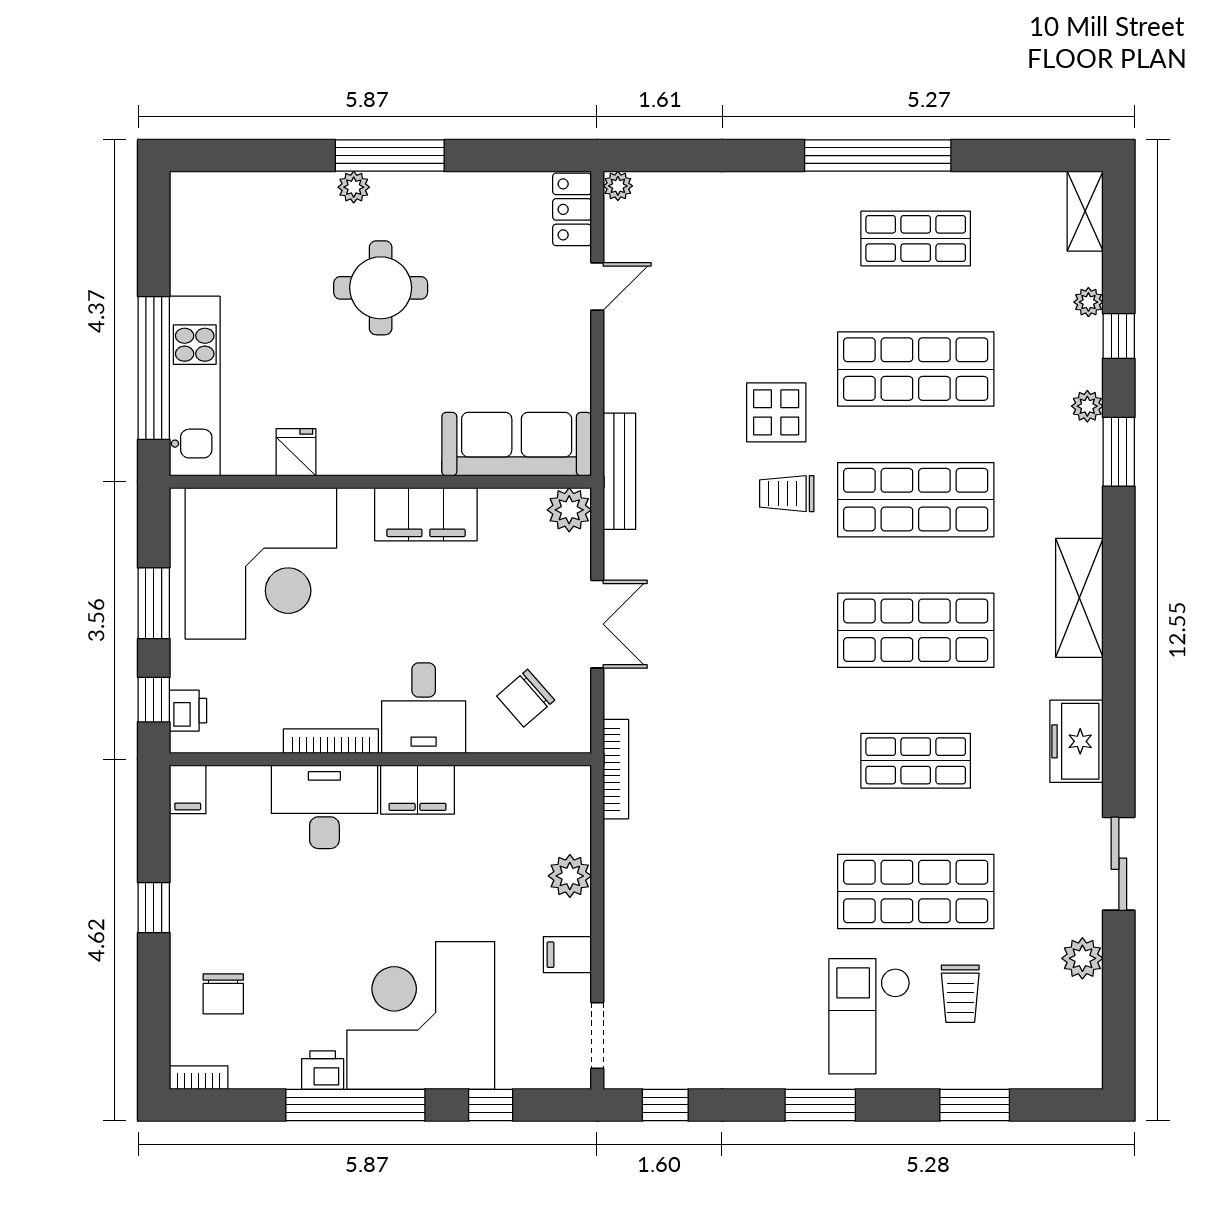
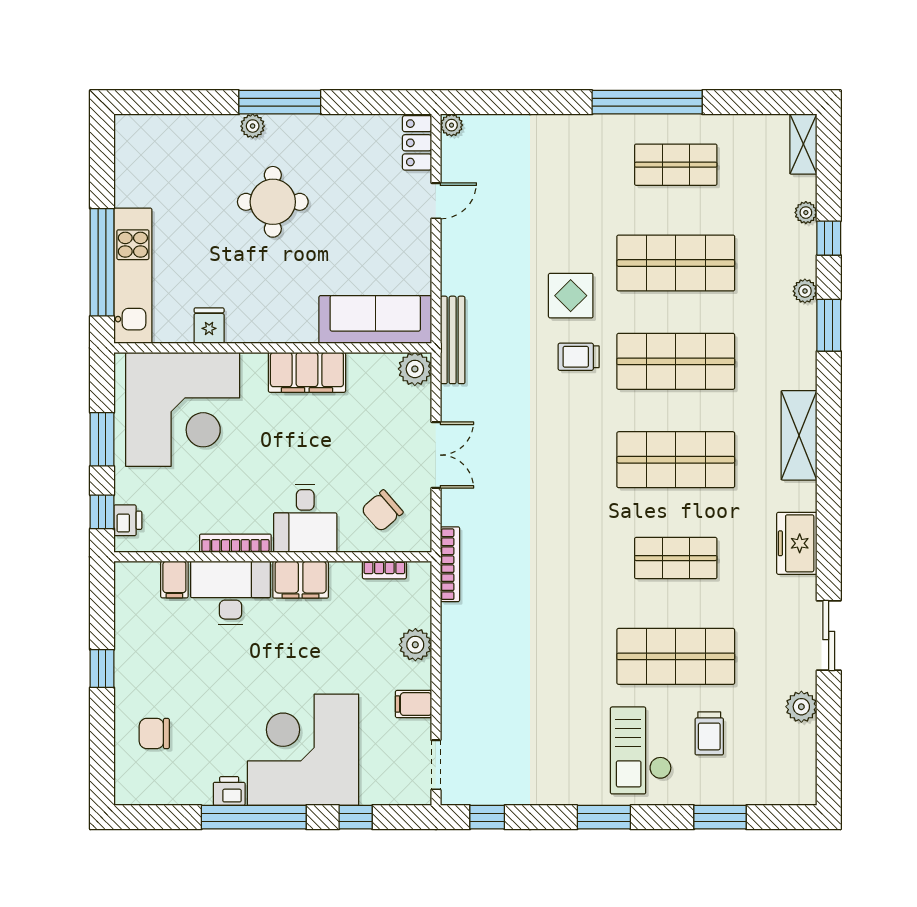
filing cabinet: (188, 789) -> (174, 580), moved
chair: (223, 994) -> (154, 733), turned 90
bookcase: (199, 1078) -> (384, 570), moved, turned 180

